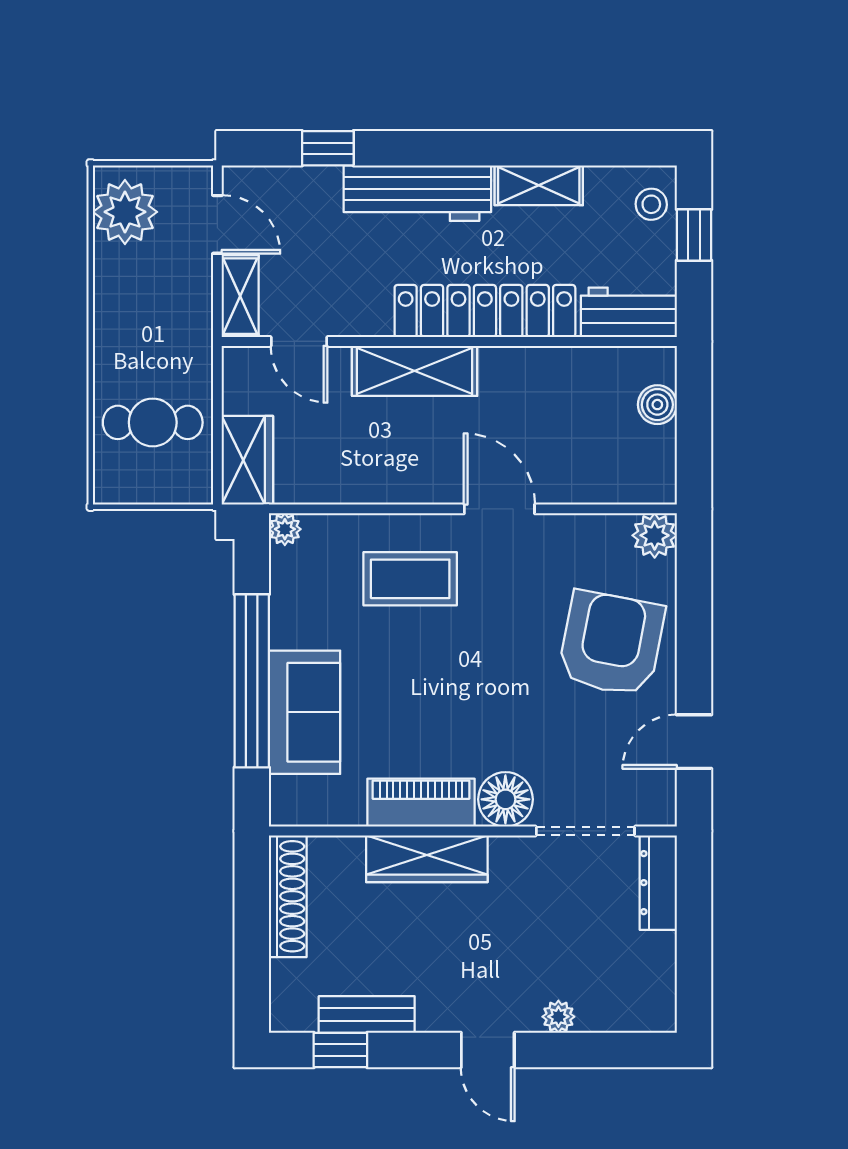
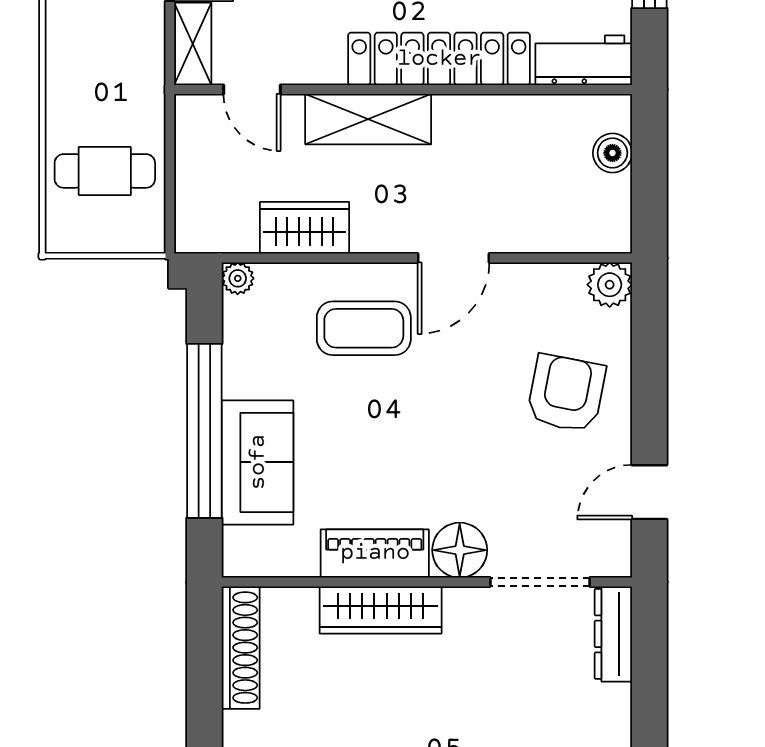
wardrobe: (247, 460) -> (305, 228), moved, turned -90
door: (499, 509) -> (454, 258), swing flipped
armchair: (611, 643) -> (566, 393), width x0.73, depth x0.73

